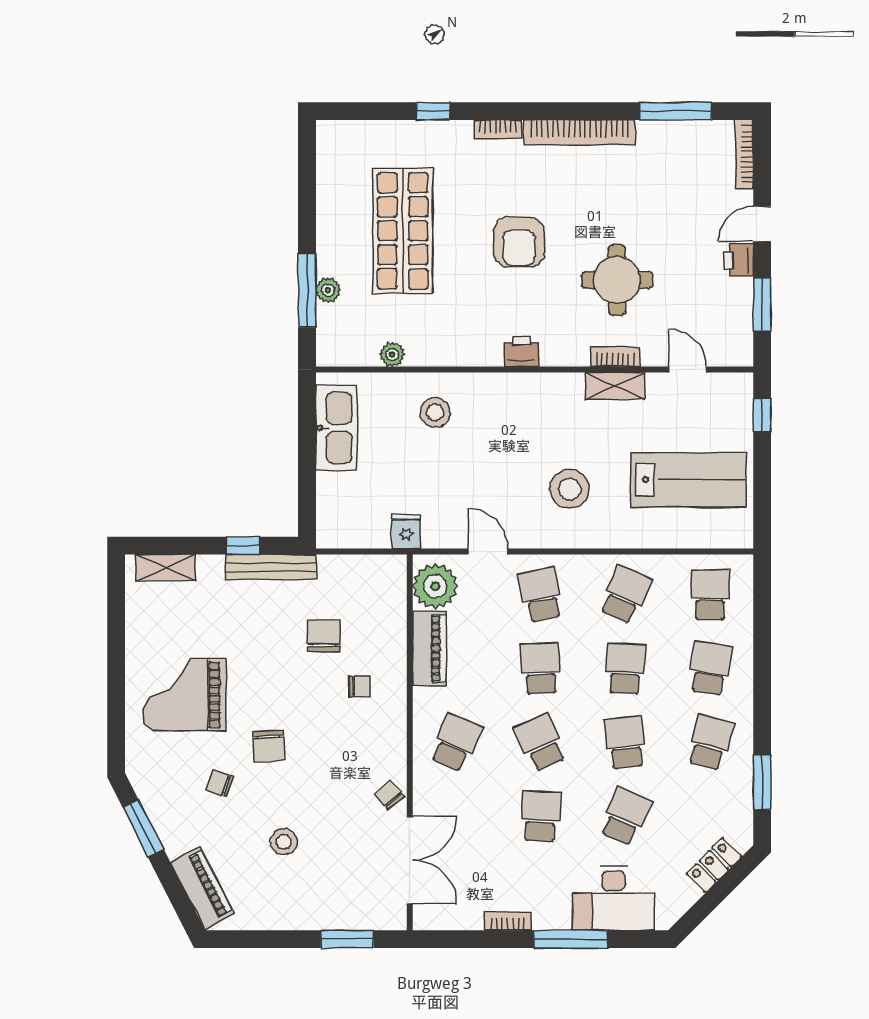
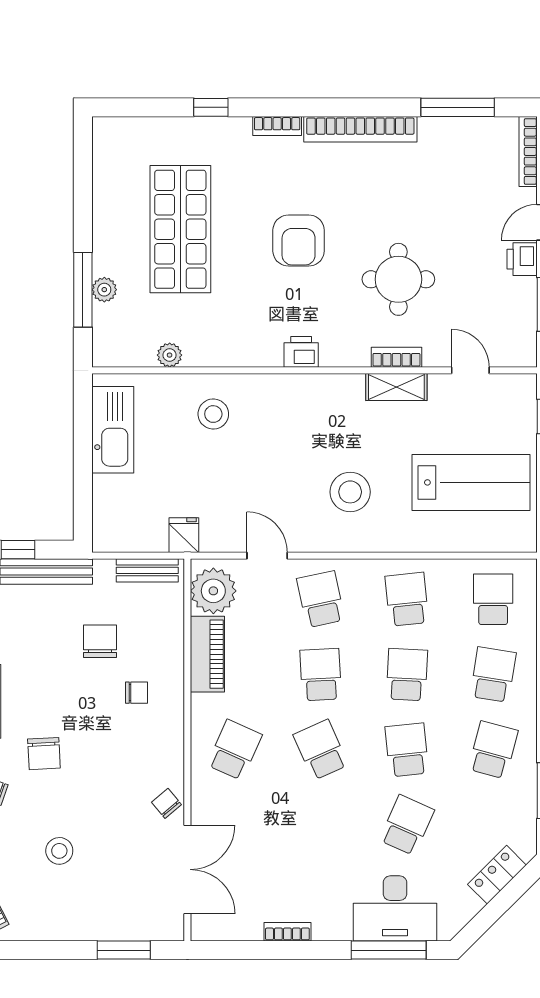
bench: (370, 566) -> (147, 570), added
school desk: (625, 594) -> (407, 599), turned -30
school desk: (541, 816) -> (321, 825), removed
window: (571, 939) -> (389, 950), moved

